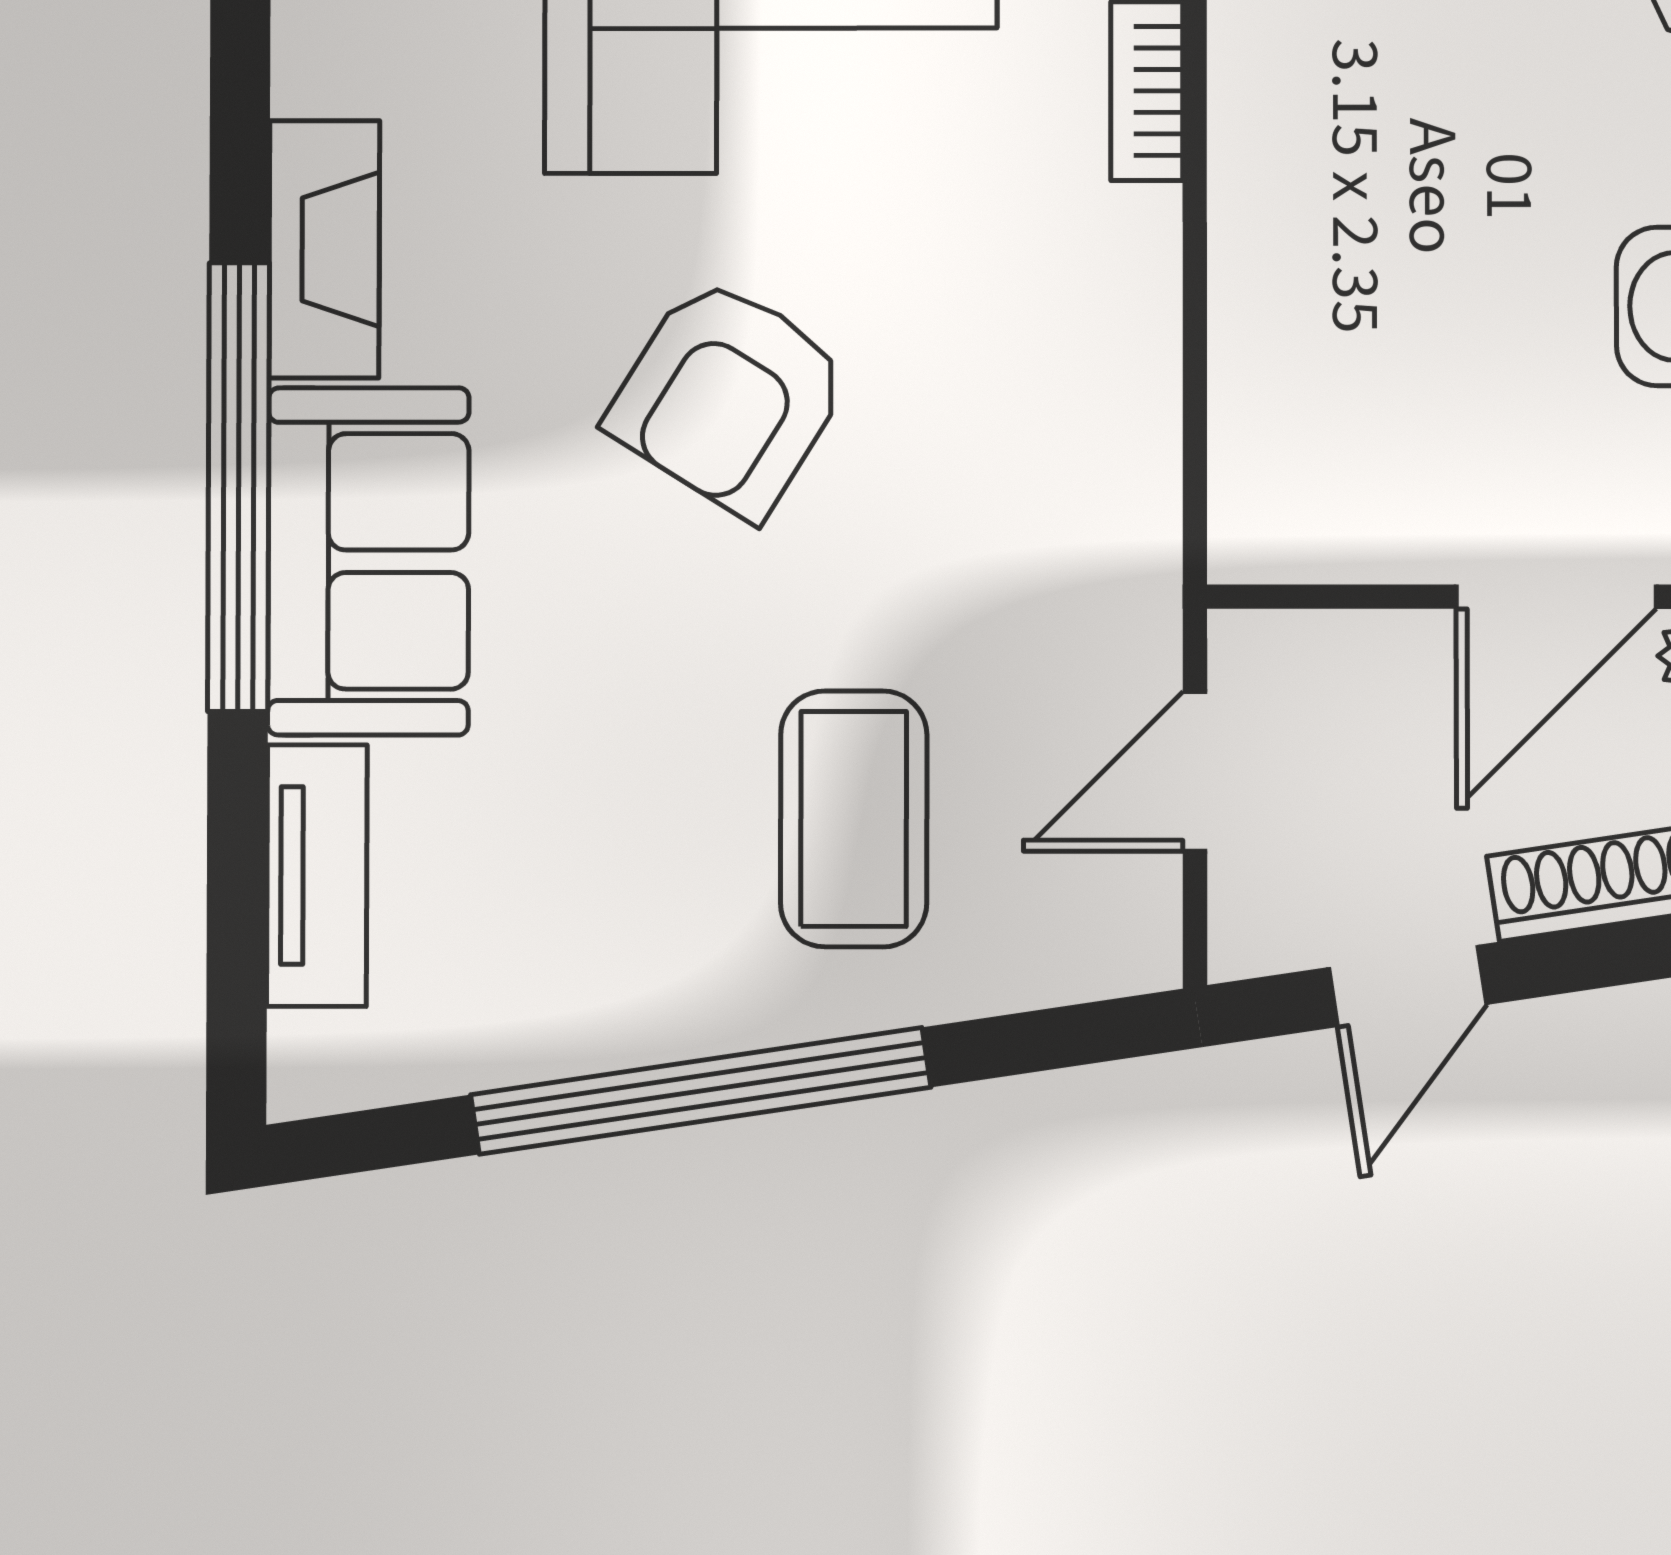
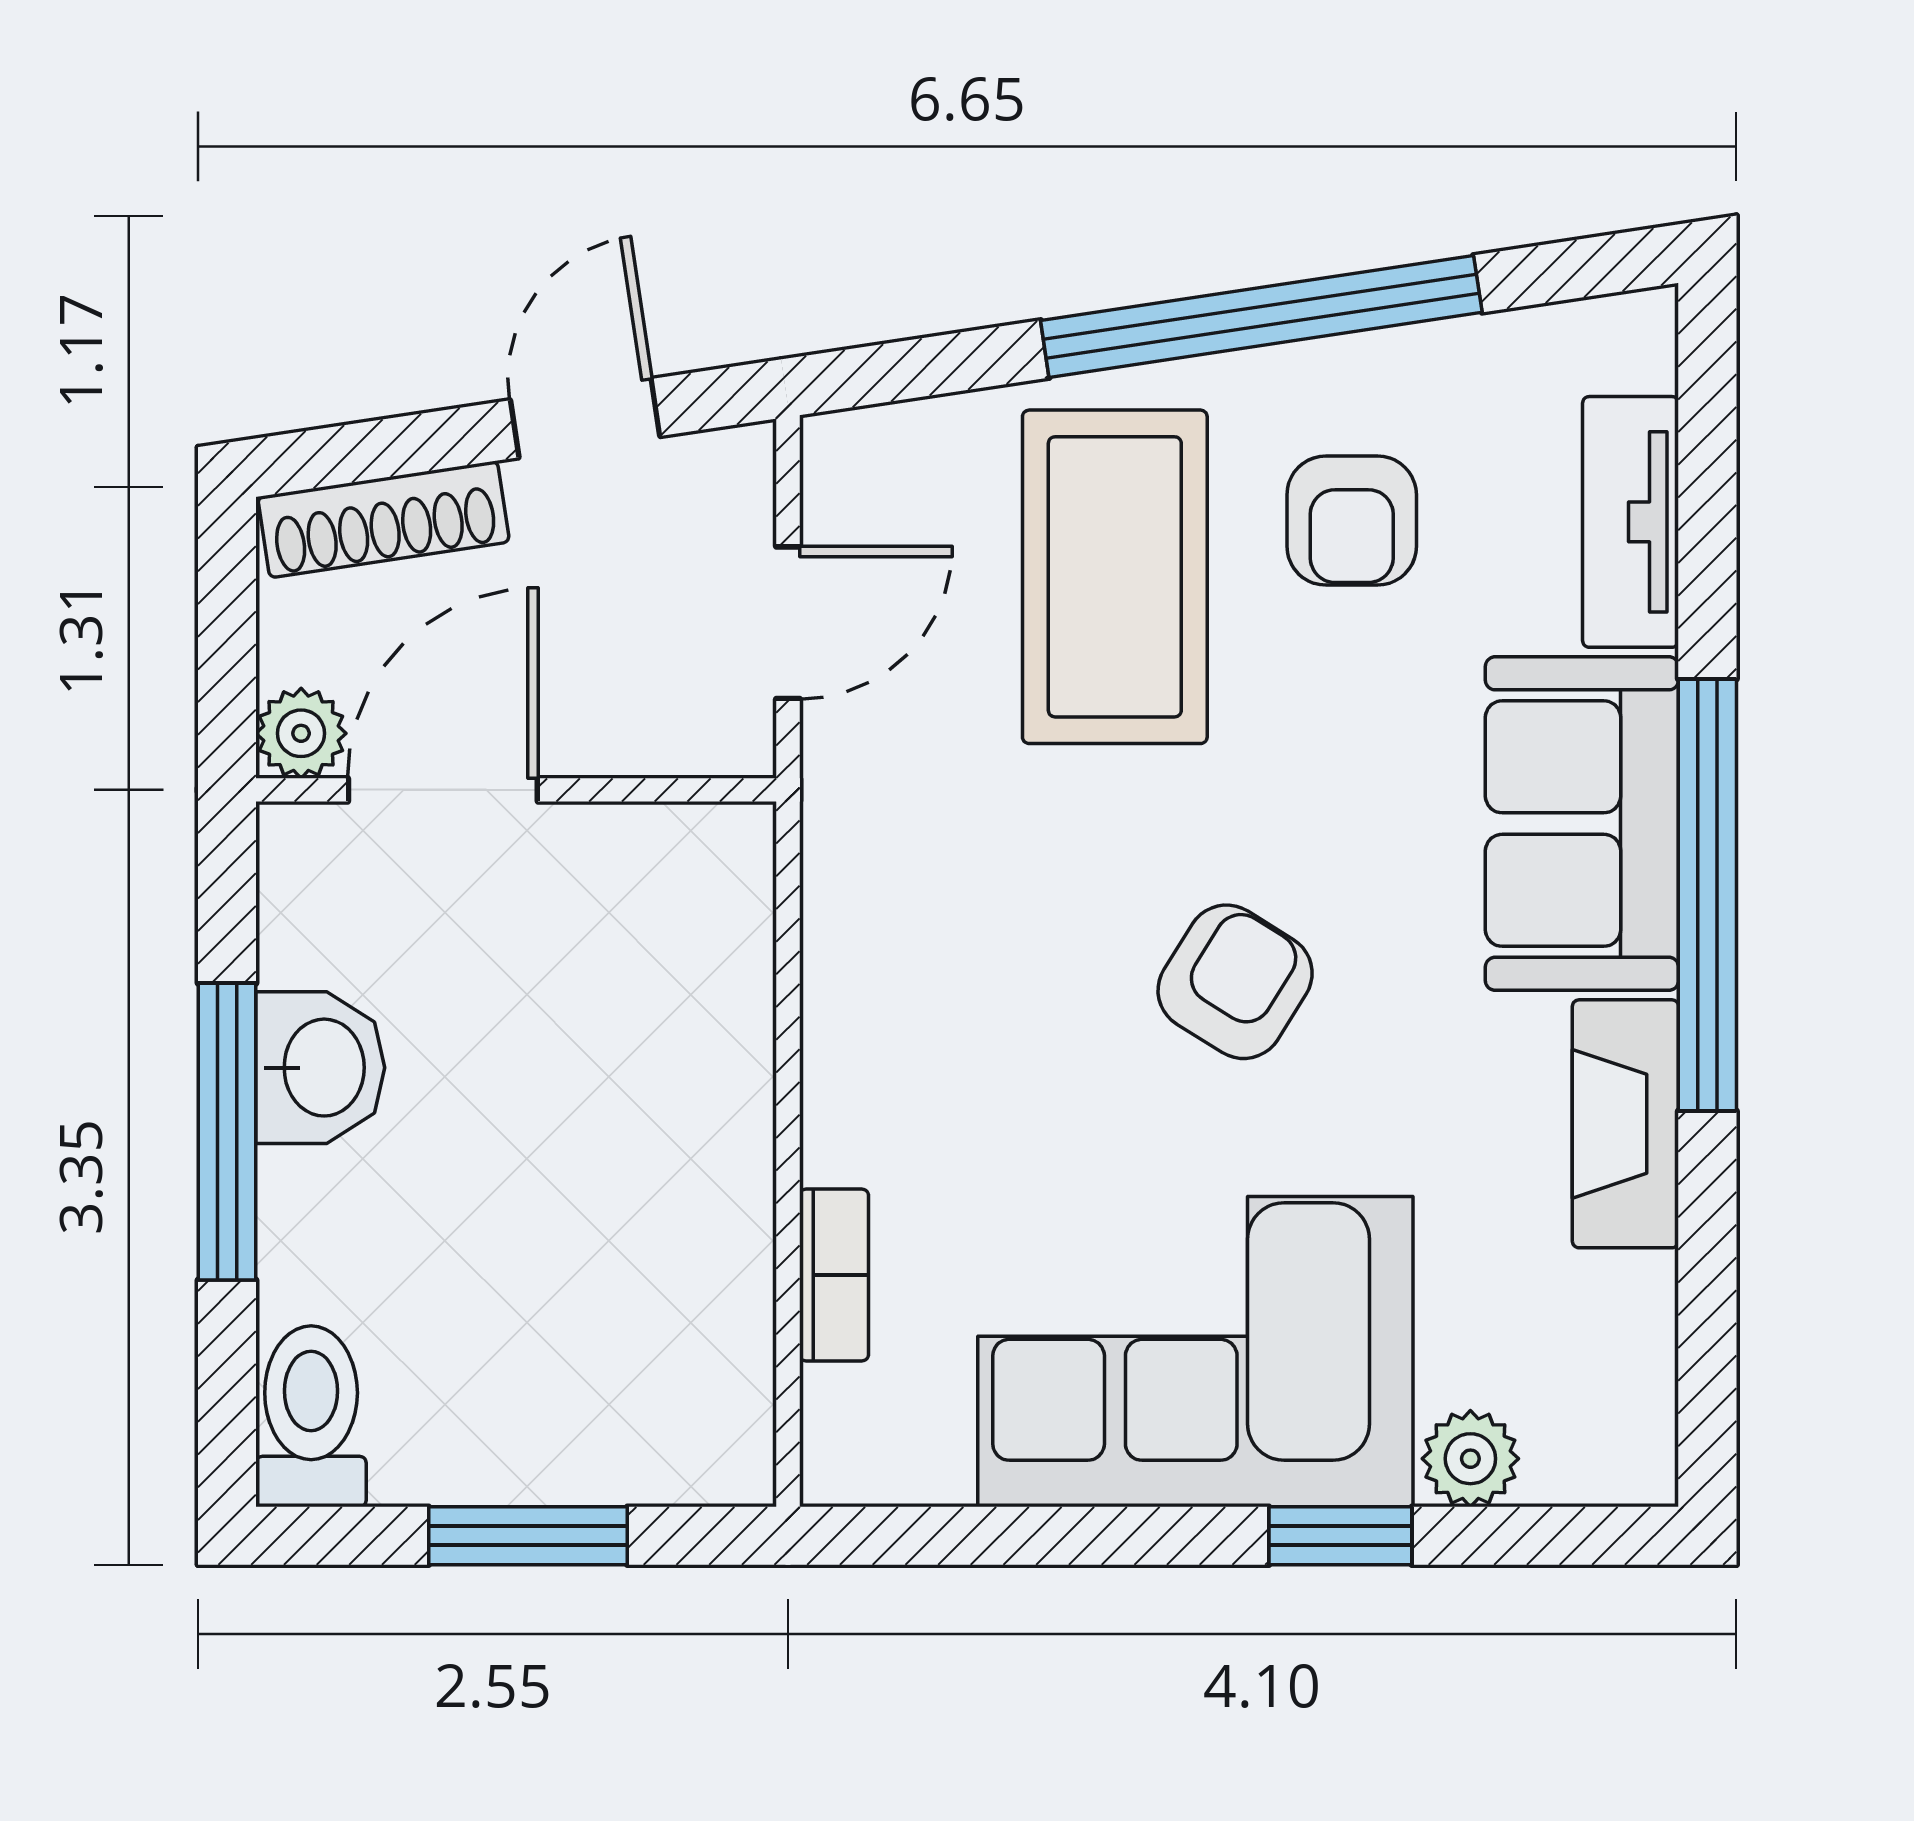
armchair: (729, 397) -> (1235, 982), width x0.72, depth x0.72
coffee table: (854, 819) -> (1115, 577), width x1.36, depth x1.32
armchair: (607, 877) -> (1352, 521), added

